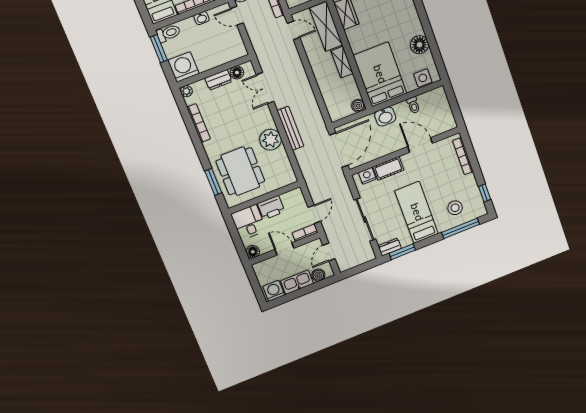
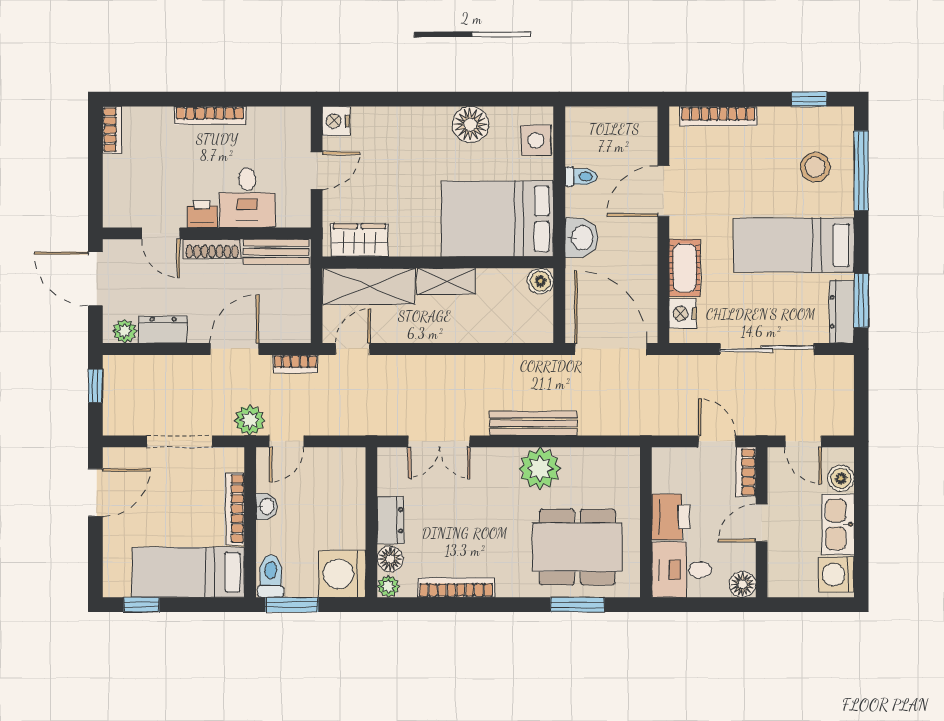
floor lamp: (237, 73) -> (390, 559), moved
dresser: (390, 247) -> (842, 312), width x1.44

